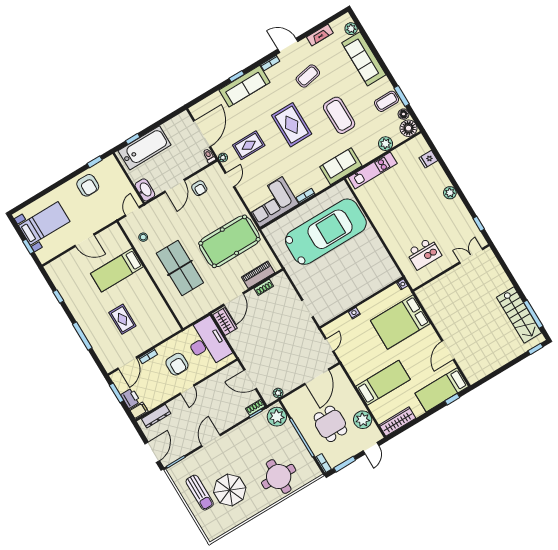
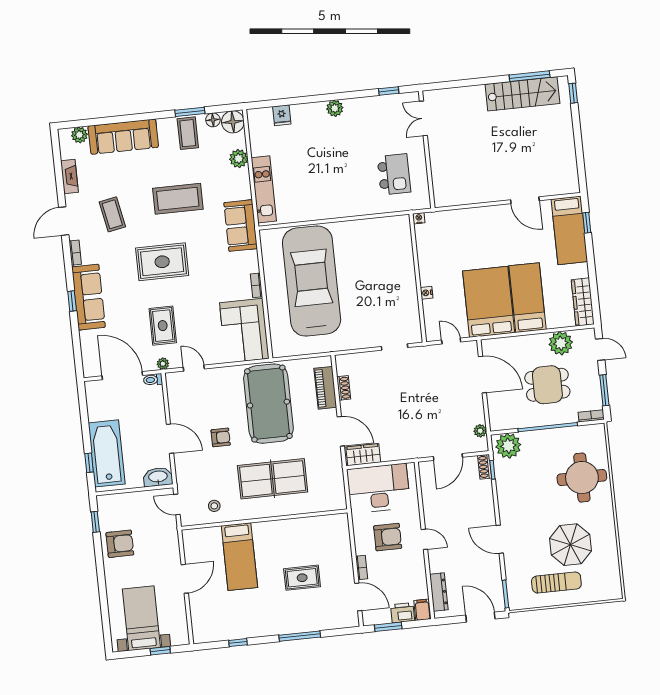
armchair: (199, 188) -> (221, 437), moved
bed: (400, 322) -> (489, 302), moved, turned 180

